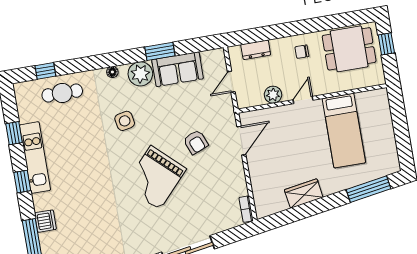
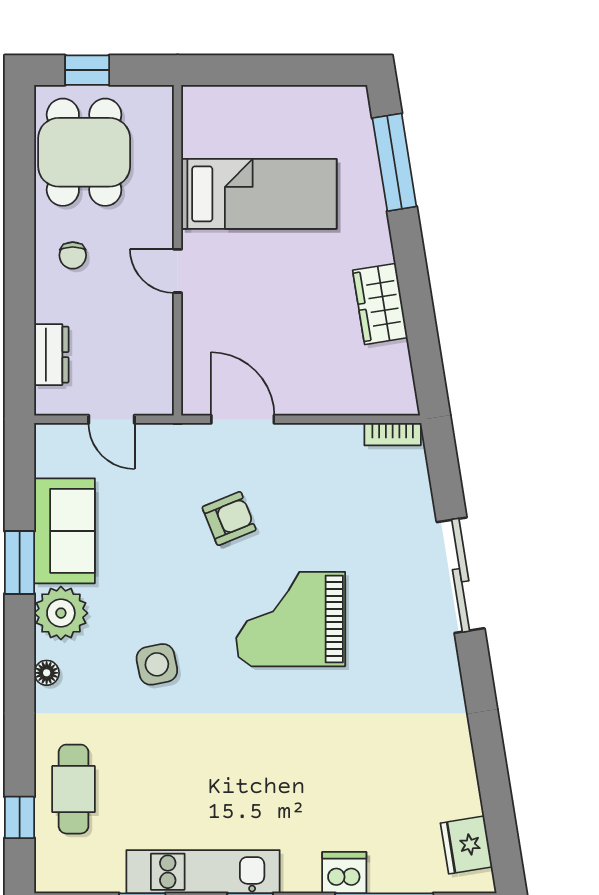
plant: (273, 95) -> (155, 334), removed
grand piano: (155, 178) -> (291, 619), turned 137

